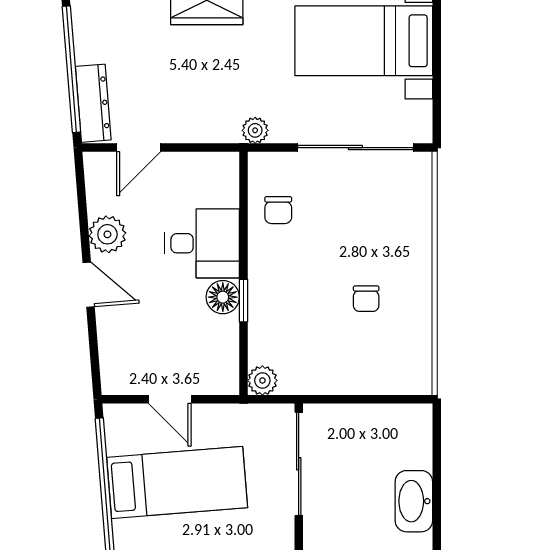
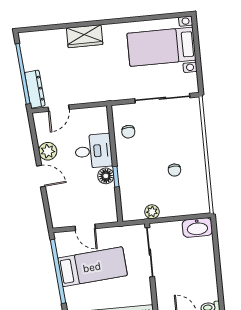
plant: (255, 130) -> (114, 95), removed
plant: (262, 380) -> (152, 212), moved
washbasin: (414, 501) -> (197, 228), moved, turned -90

